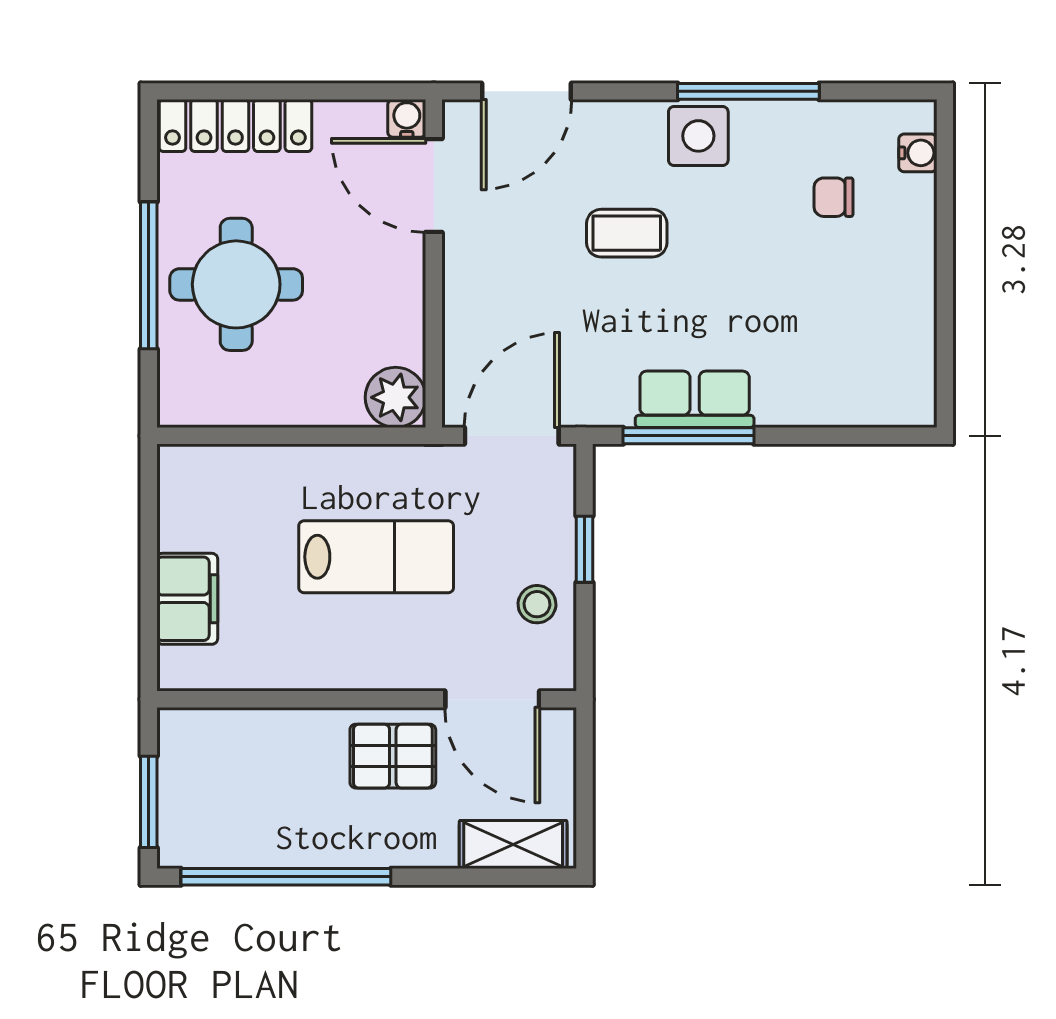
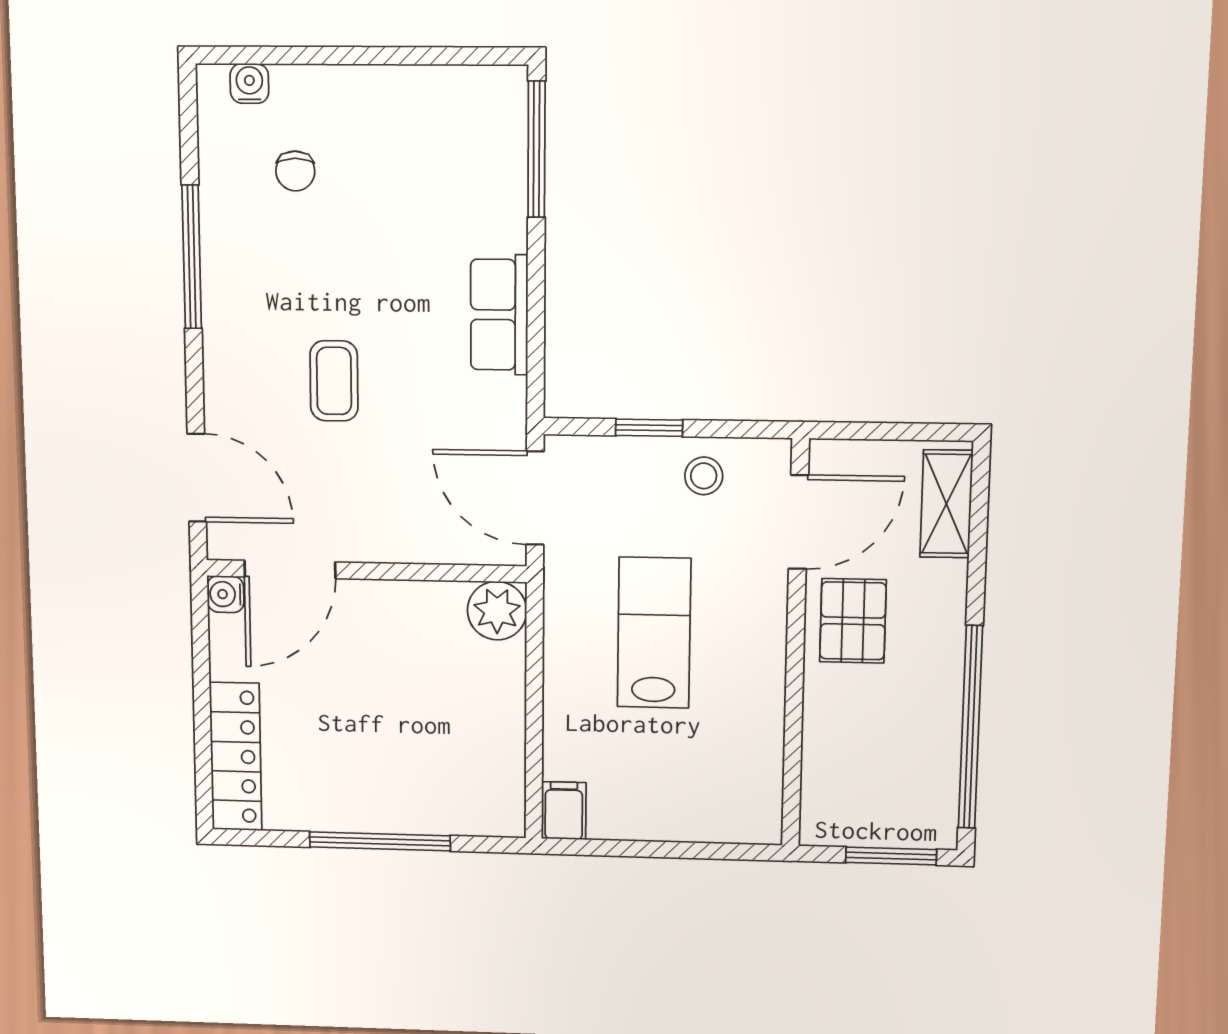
side table: (698, 136) -> (237, 308), removed
round table: (236, 284) -> (388, 760), removed
window: (689, 436) -> (536, 149), moved
filing cabinet: (187, 599) -> (564, 811), moved, width x0.50

